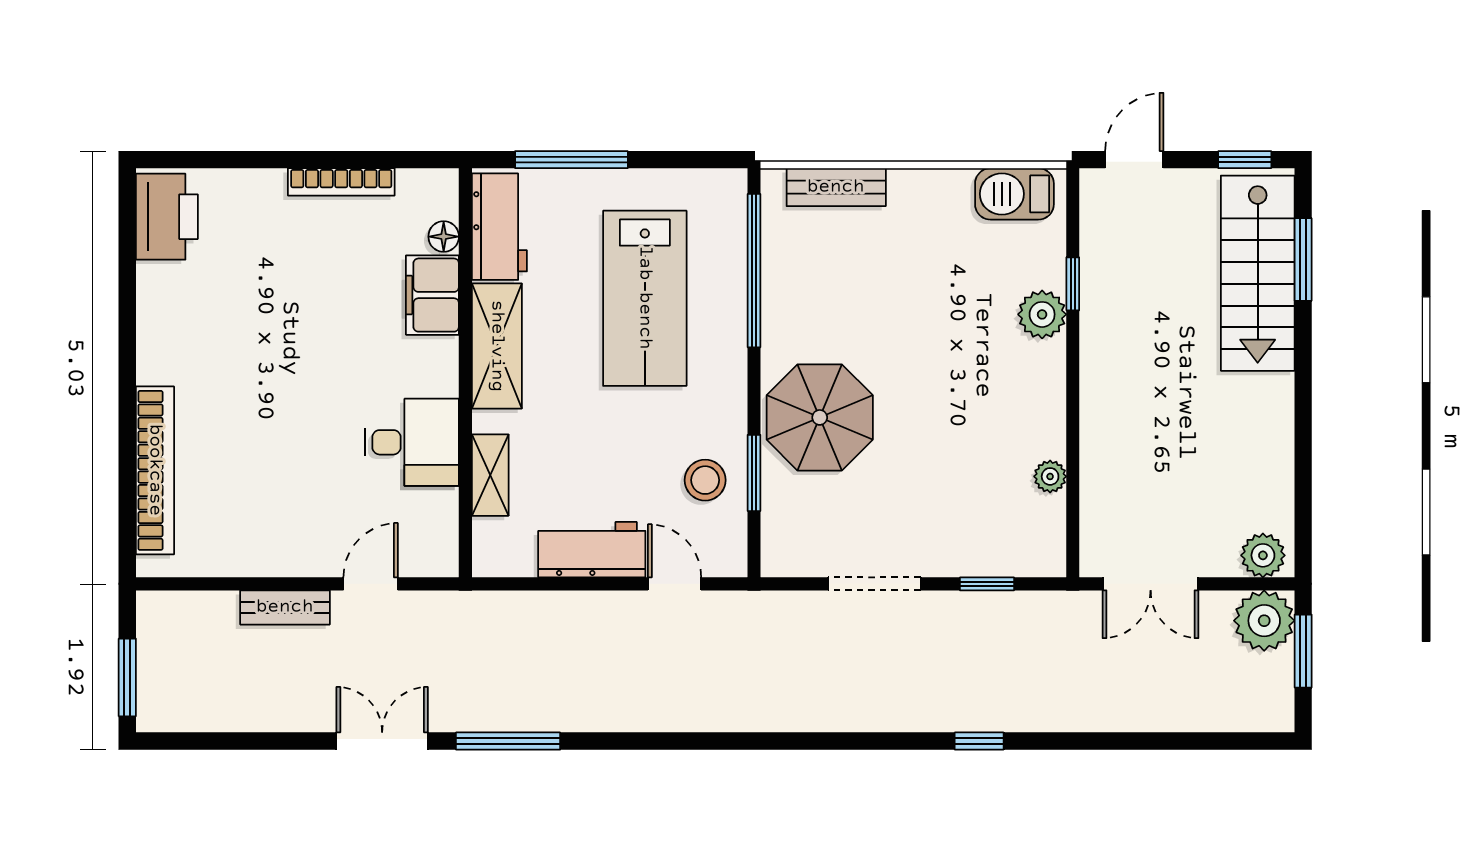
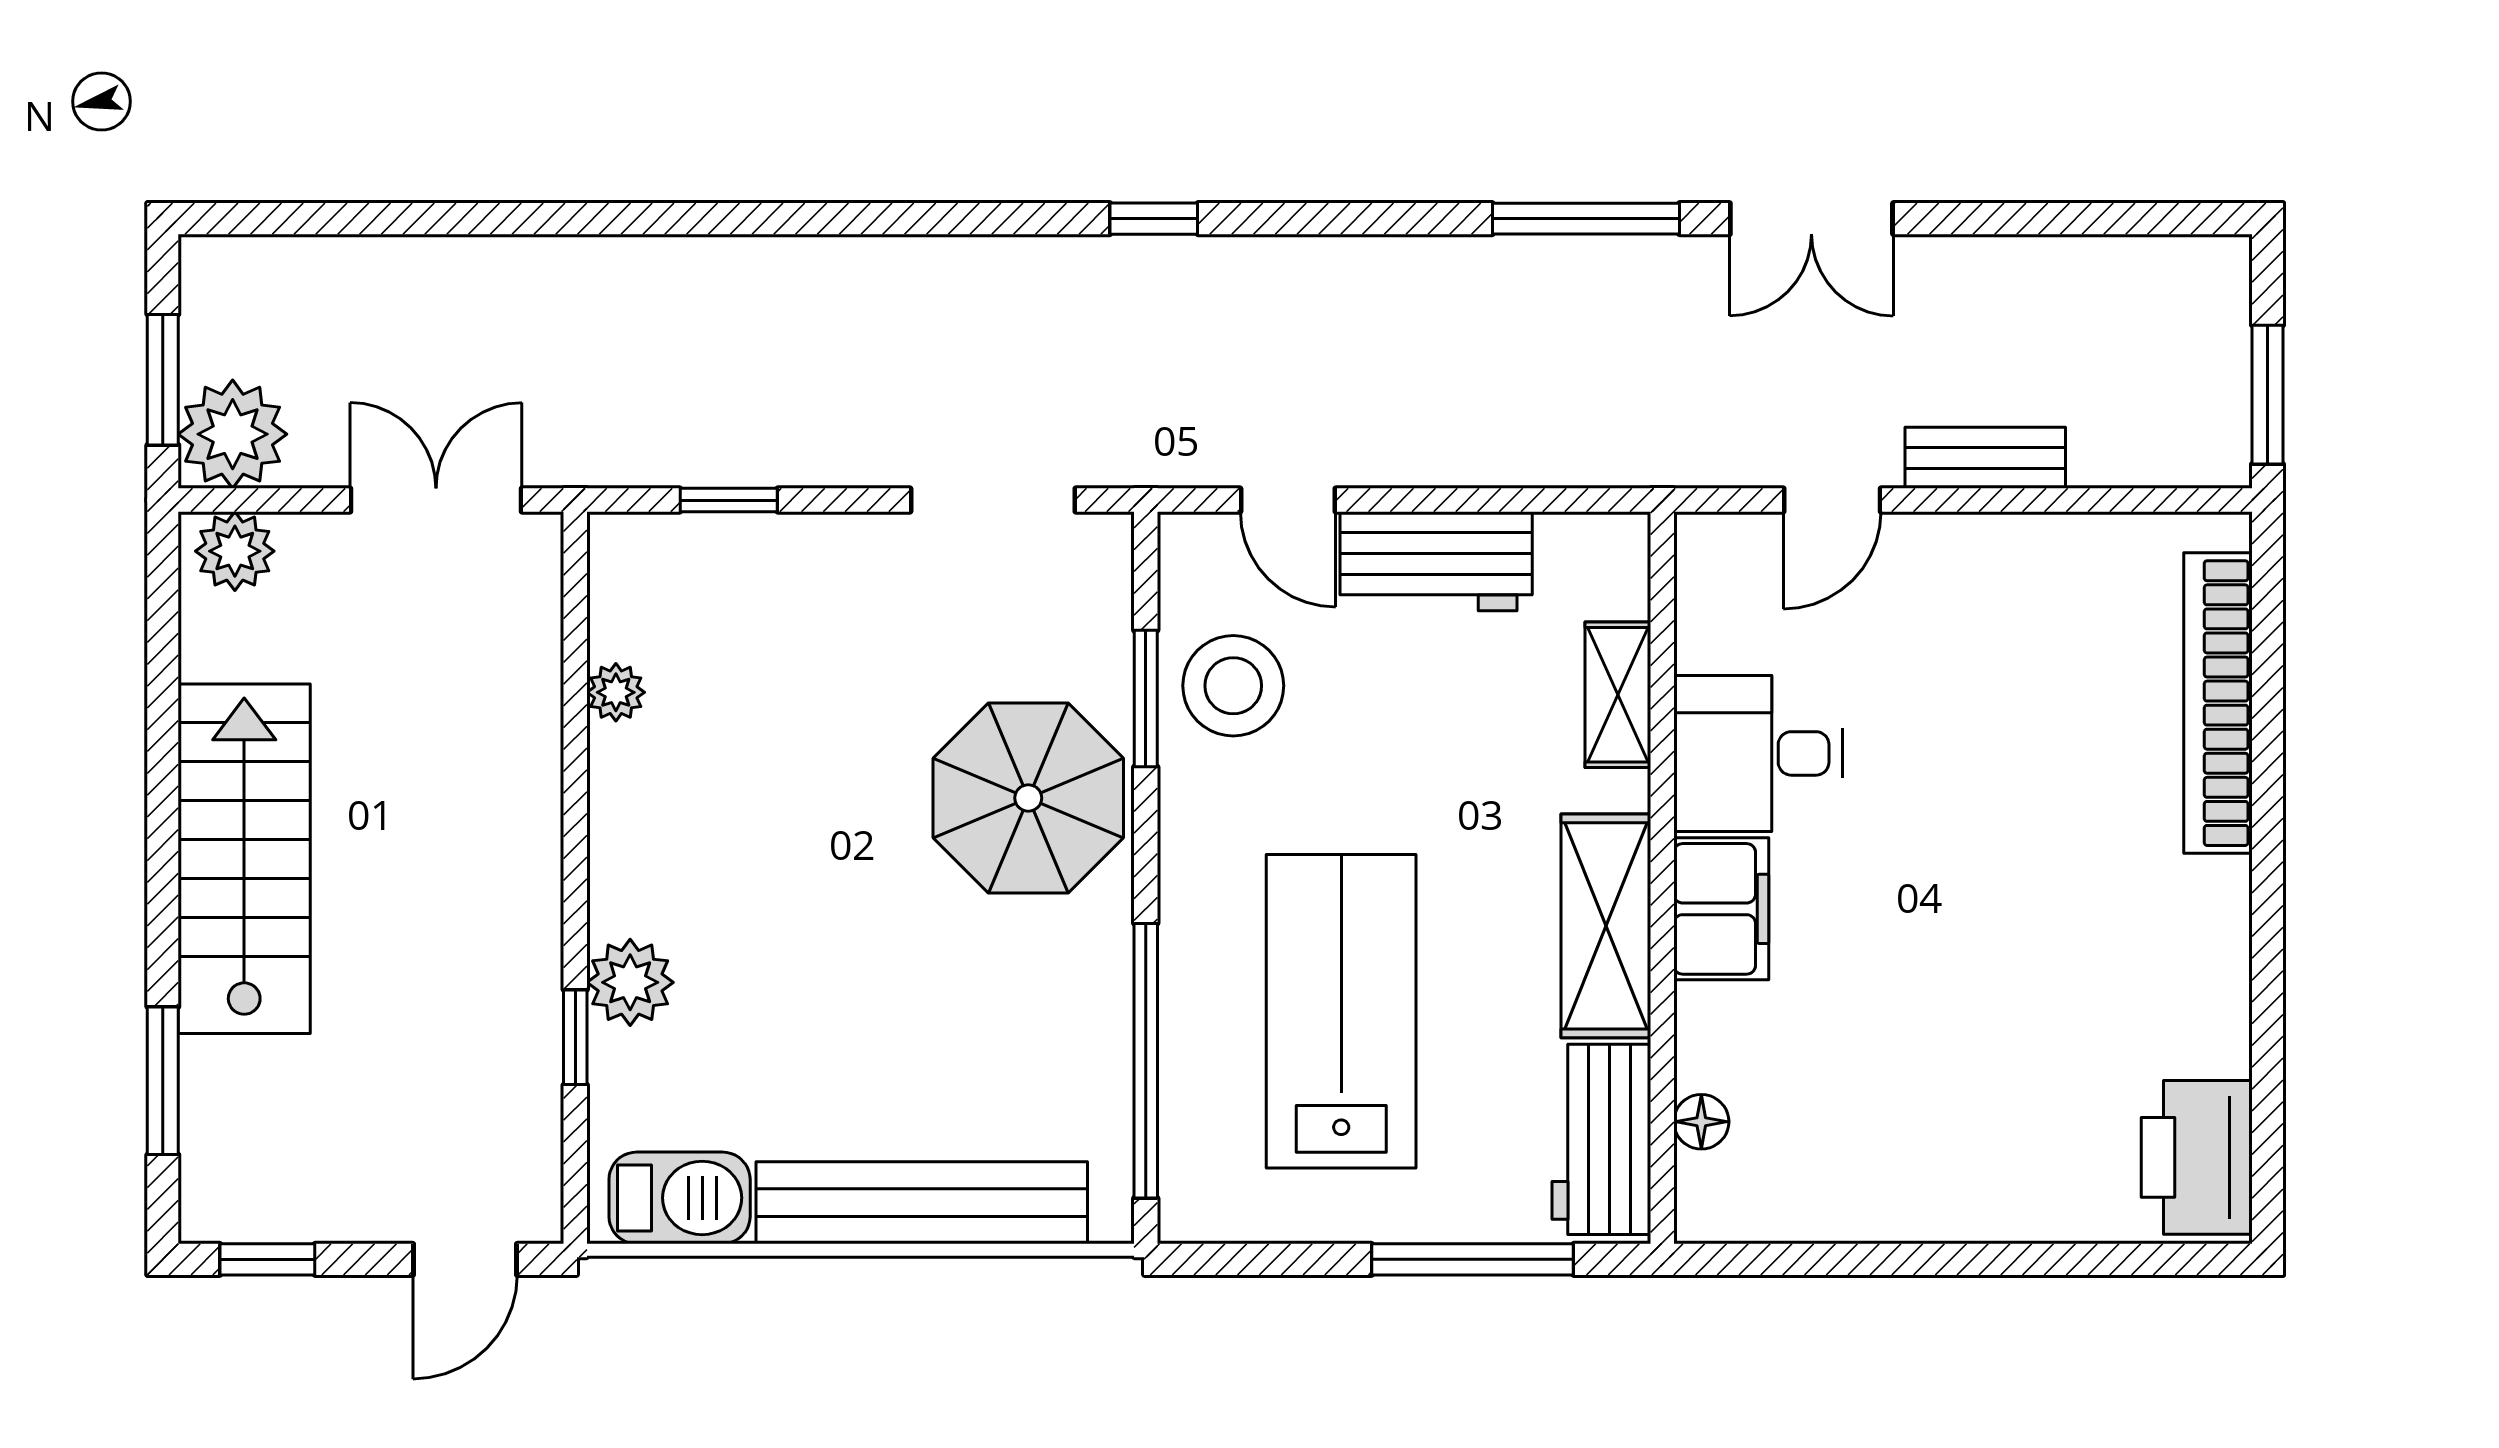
bookcase: (341, 182) -> (1885, 1219), removed
bench: (836, 187) -> (922, 1203), width x1.86, depth x1.21
stairs: (1258, 273) -> (244, 859), moved
filing cabinet: (432, 295) -> (1721, 909), moved
stool: (705, 480) -> (1233, 686), width x1.38, depth x1.38
doorway: (875, 584) -> (993, 500), moved
window: (127, 677) -> (2267, 395), moved
window: (979, 741) -> (1154, 219), moved

